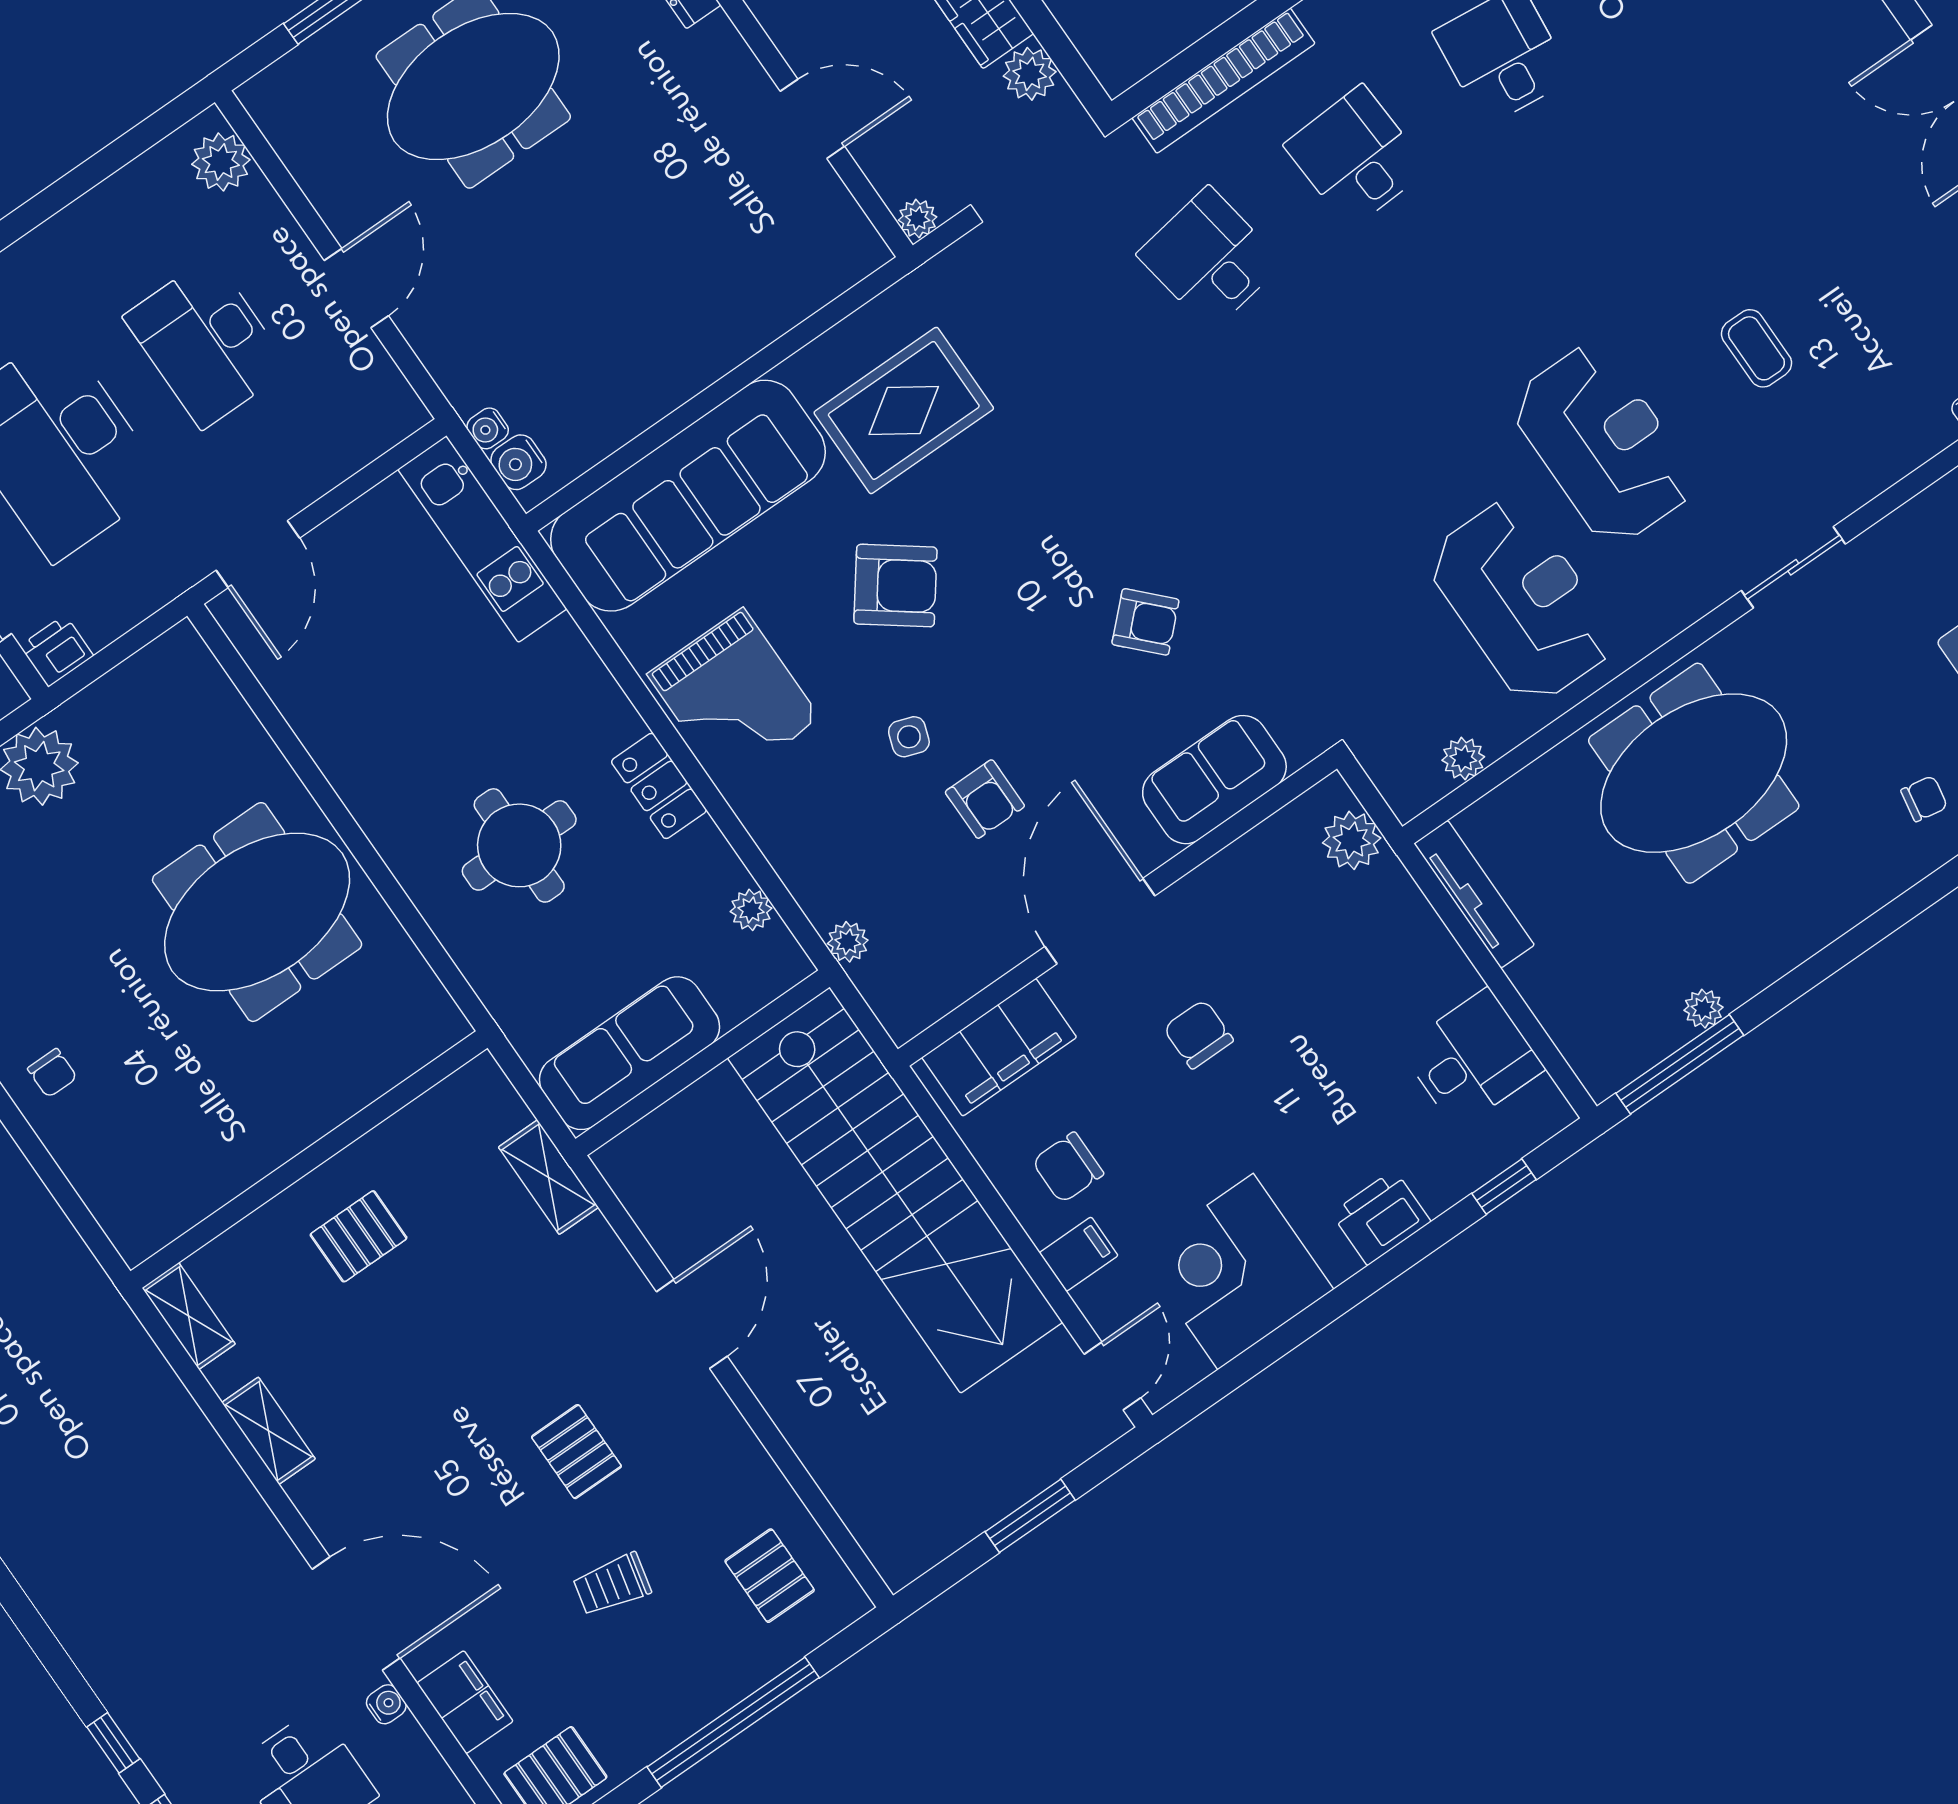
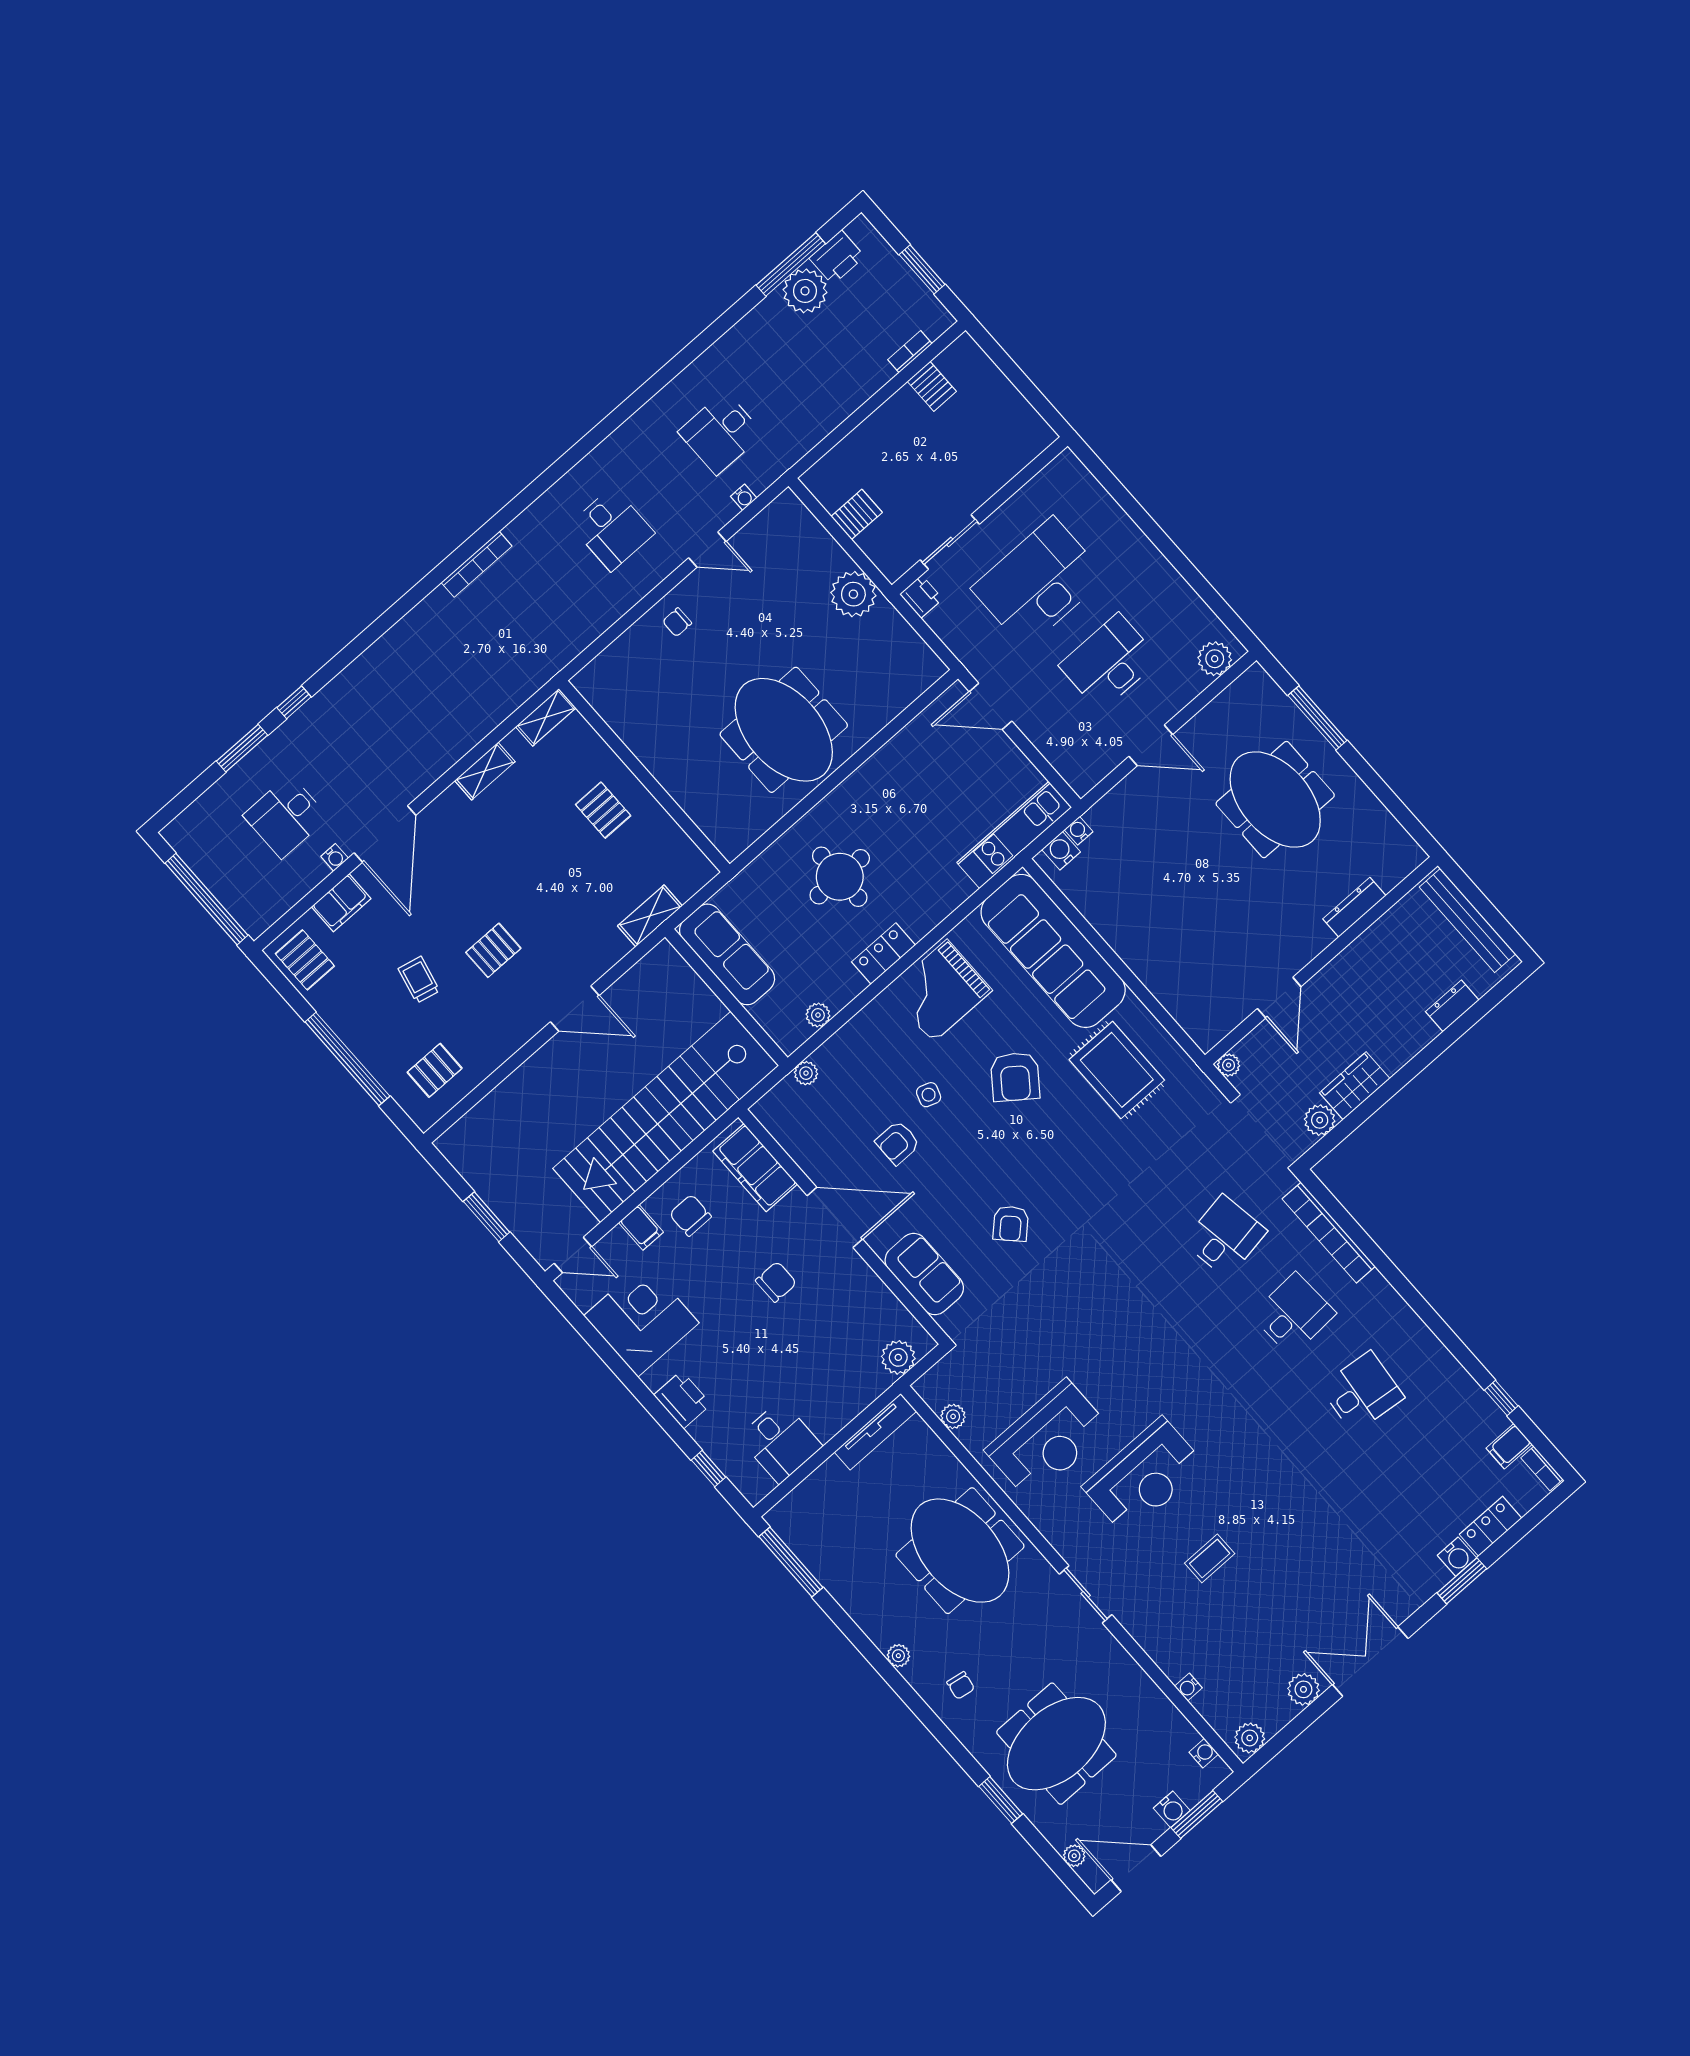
plant: (1703, 1009) -> (898, 1656), moved

